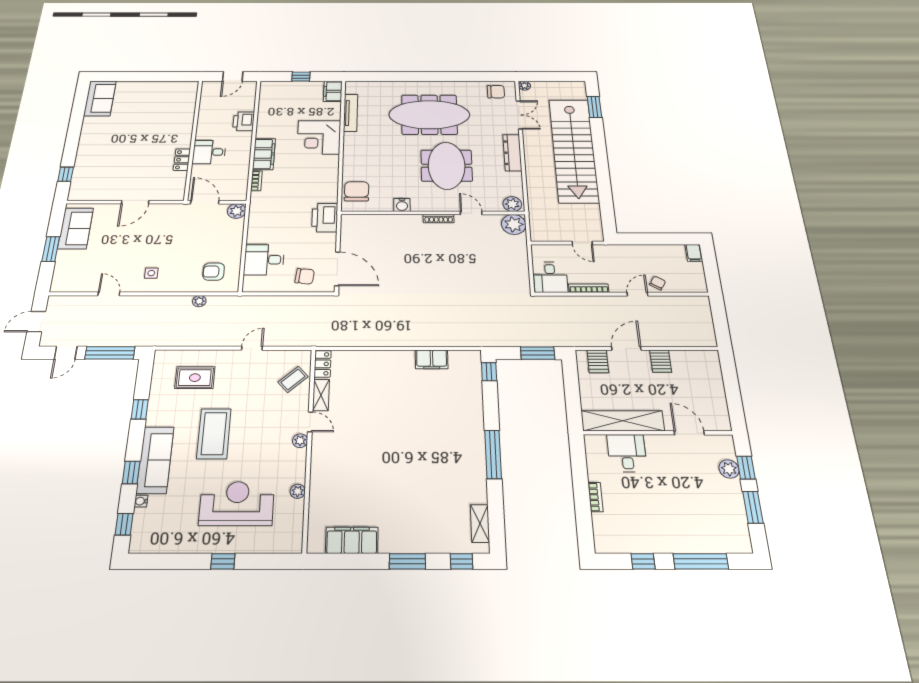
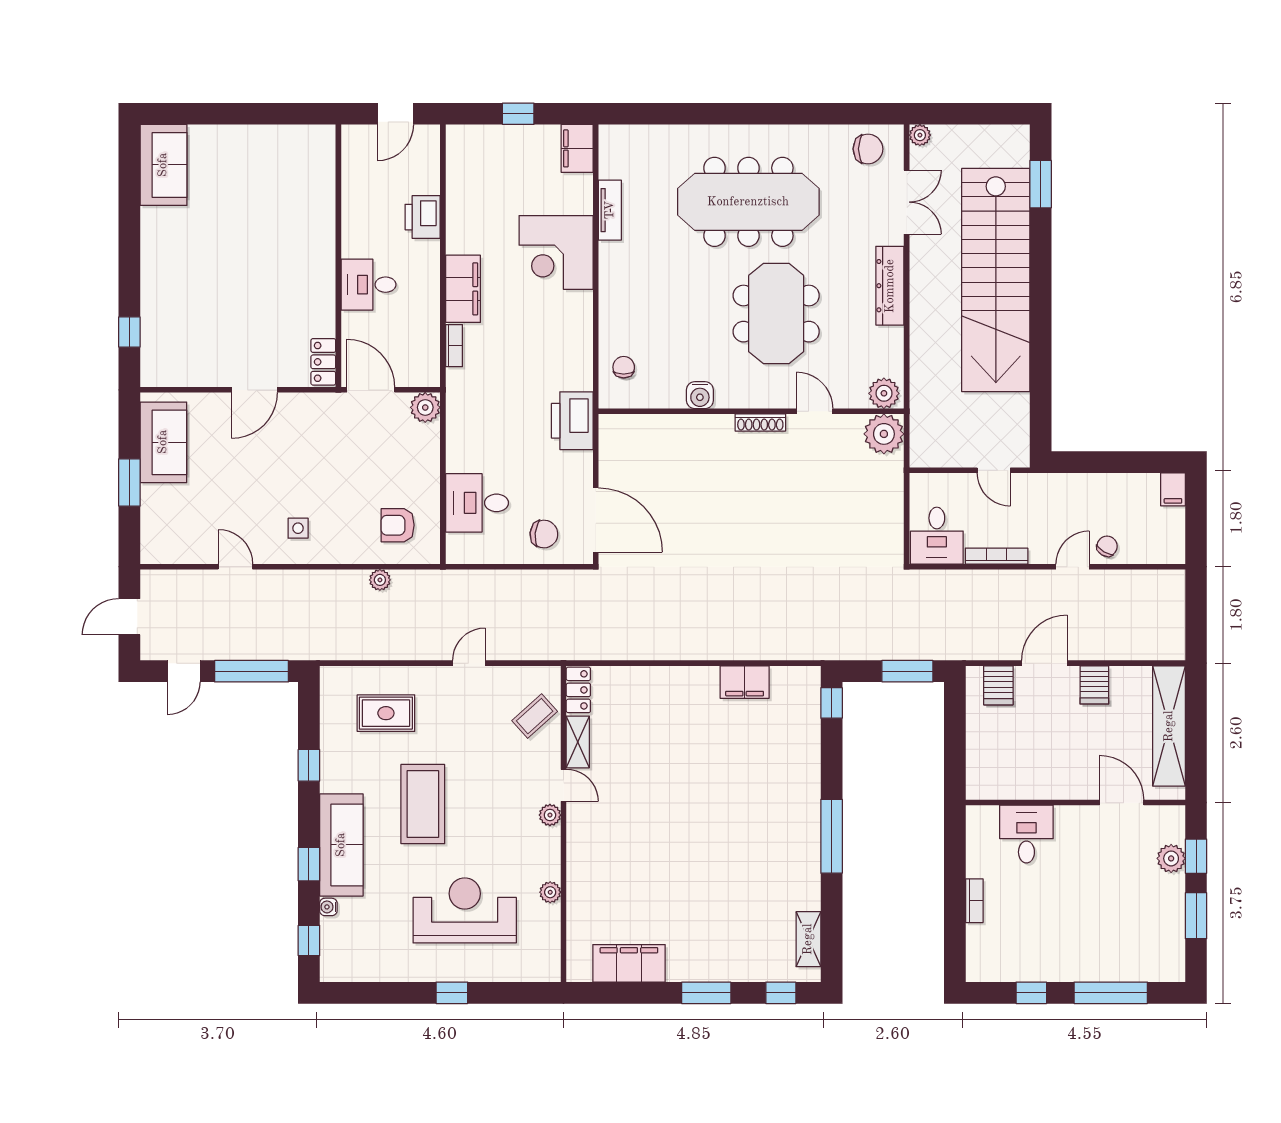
tv unit: (351, 113) -> (610, 210), width x0.71
locker: (182, 160) -> (323, 362), moved
chair: (357, 191) -> (624, 367), width x0.54, depth x0.54
shelving: (623, 421) -> (1169, 726), moved, turned 90

